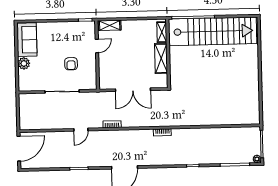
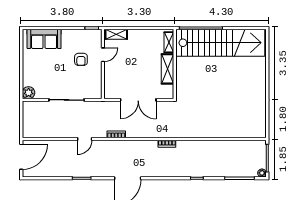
sofa: (27, 40) -> (44, 39), moved, turned 90
plant: (24, 63) -> (29, 93), moved
armchair: (71, 64) -> (81, 59), moved

